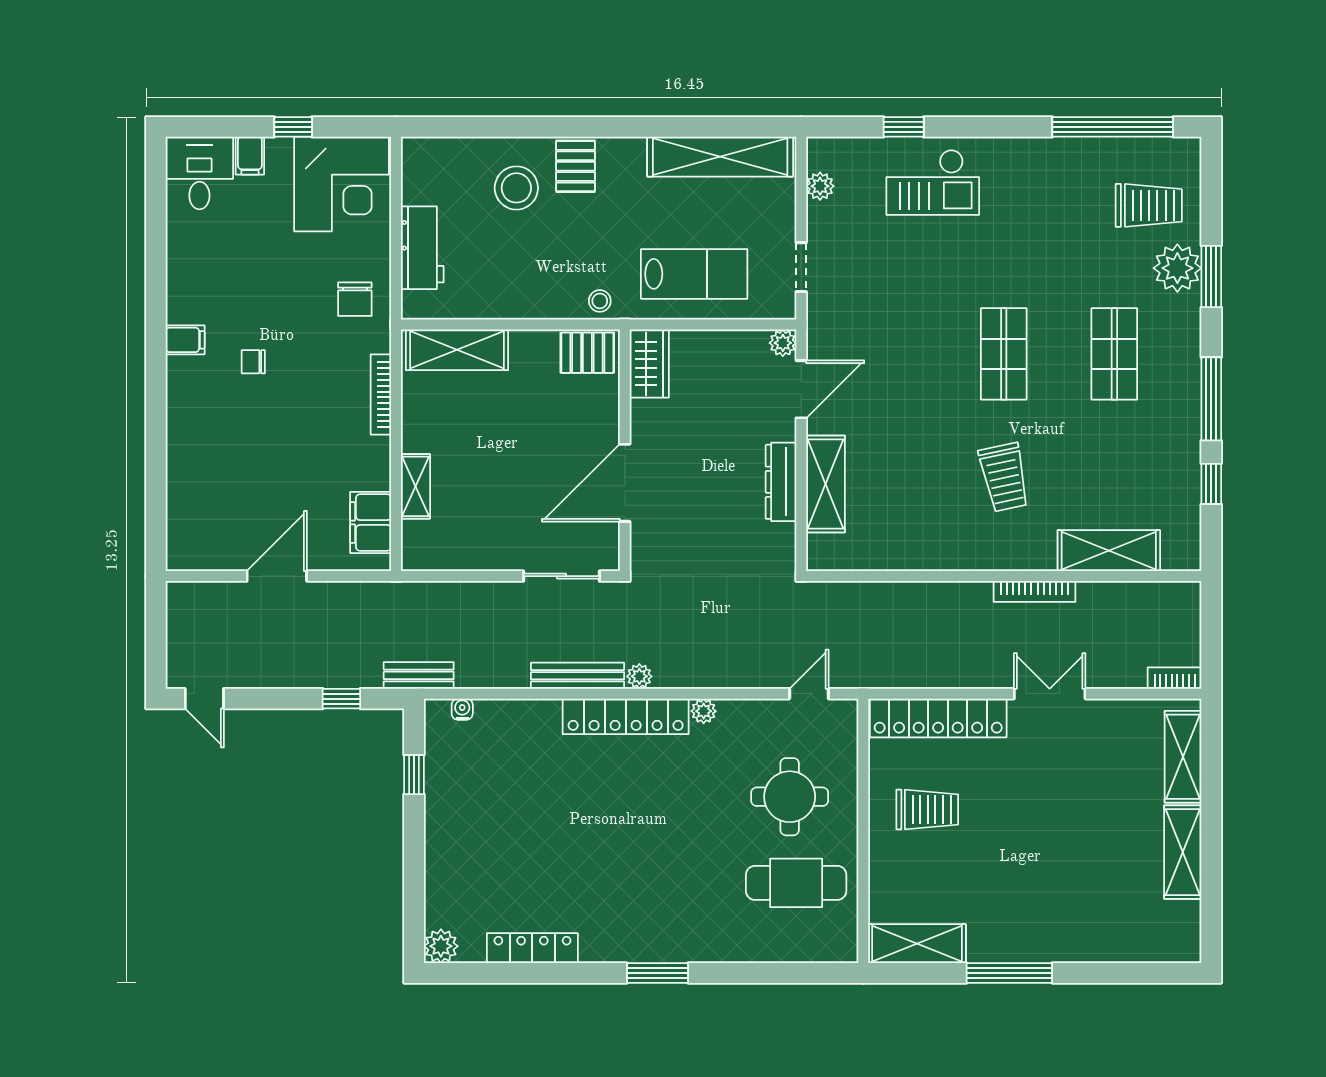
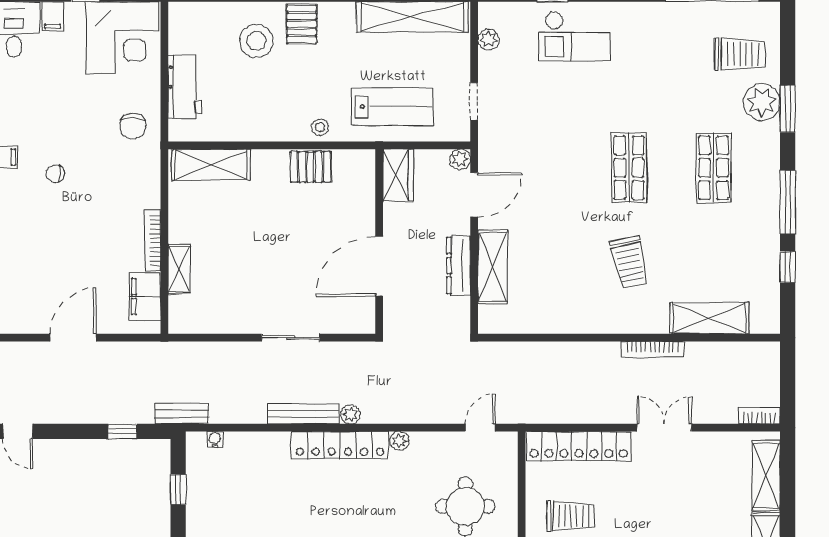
wardrobe: (649, 364) -> (398, 175), moved
bookcase: (381, 394) -> (153, 240), moved
wall: (625, 450) -> (379, 241), moved
door: (625, 483) -> (379, 266), moved

